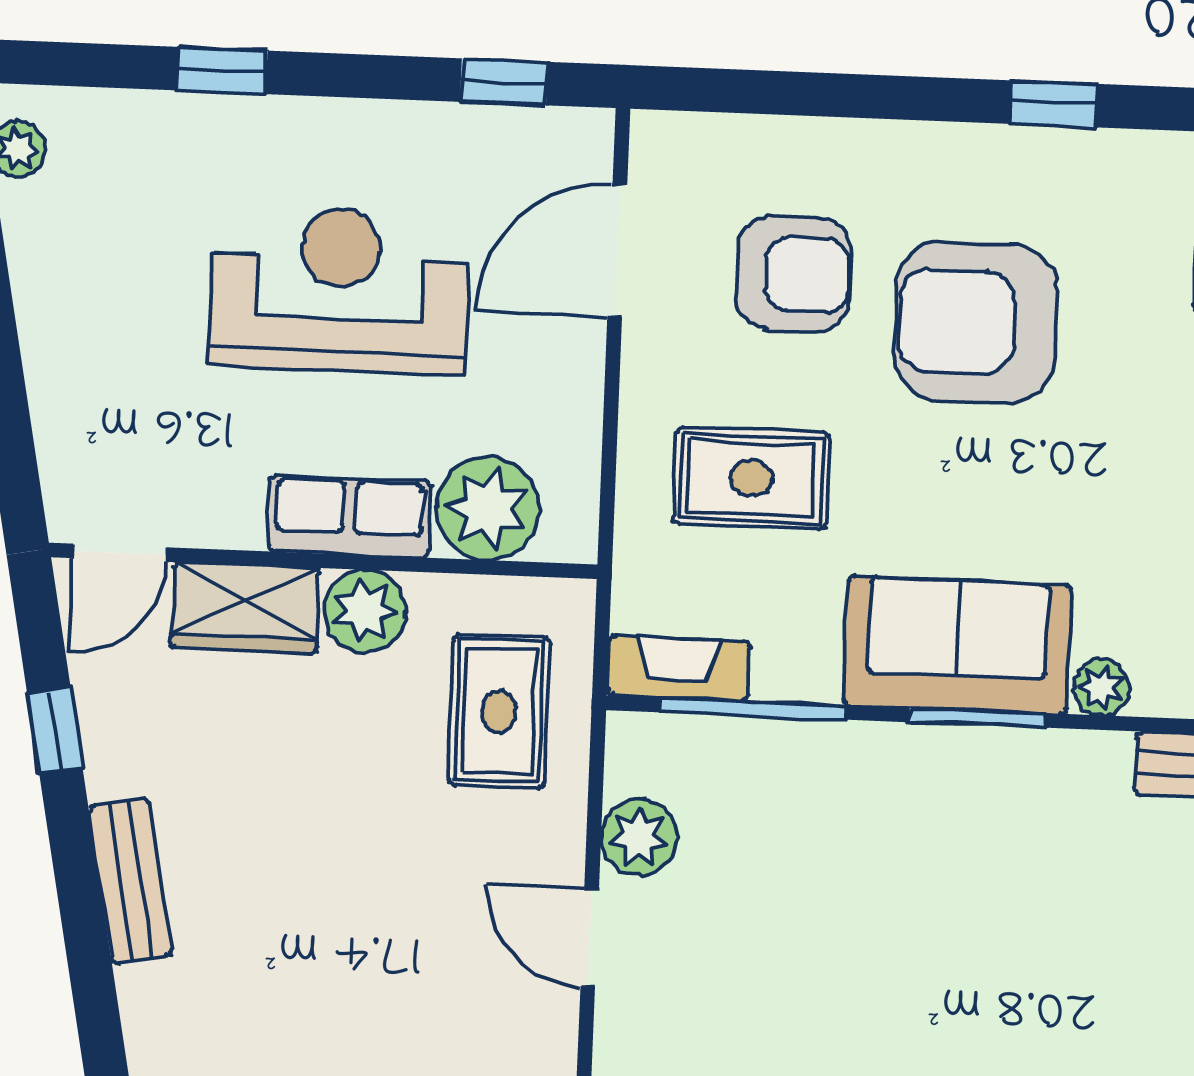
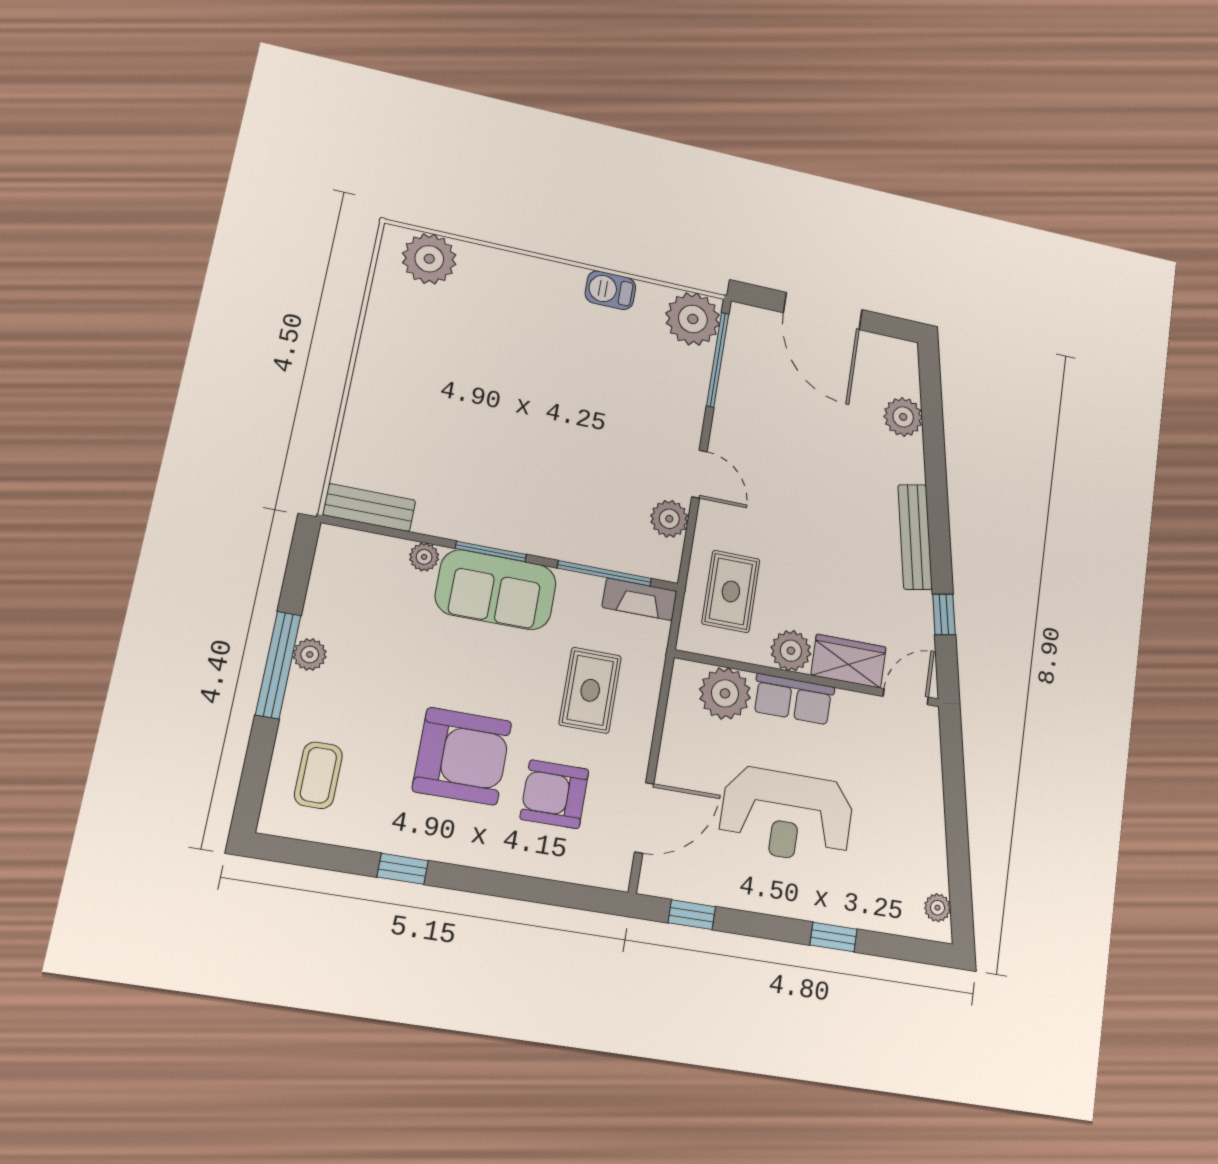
rug: (751, 478) -> (590, 690), turned 90
bench: (130, 881) -> (915, 537), width x1.36

